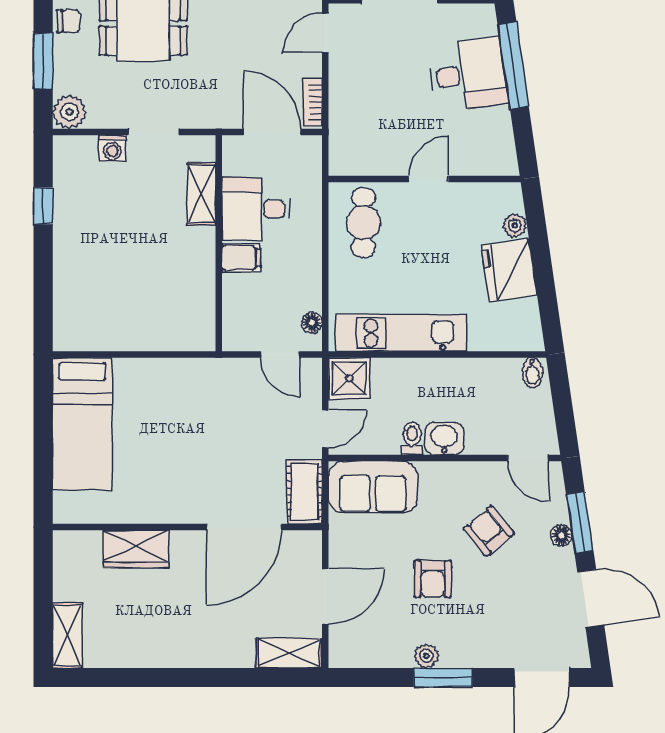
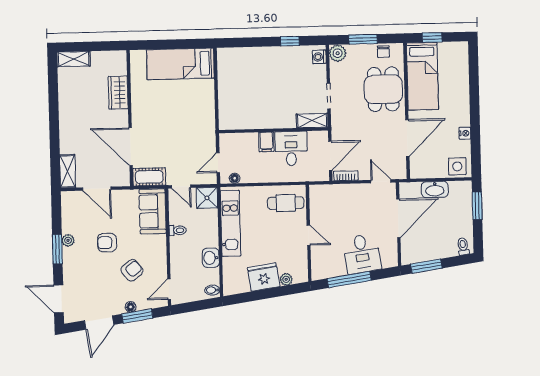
window: (513, 65) -> (349, 279), moved
washing machine: (113, 148) -> (319, 57), moved
shelving: (202, 194) -> (312, 121), moved
washbasin: (444, 439) -> (211, 258), moved, turned 180

